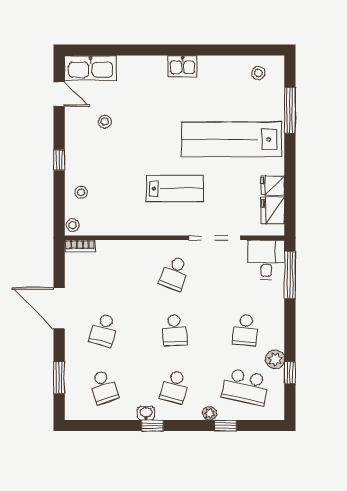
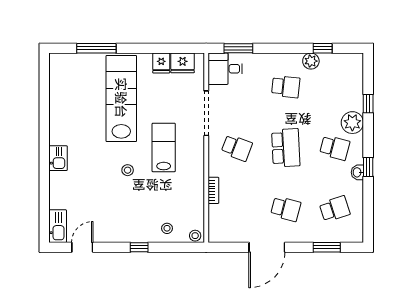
kitchen sink: (183, 66) -> (58, 158), moved
kitchen sink: (91, 68) -> (58, 226), width x0.73, depth x0.81
stool: (258, 73) -> (64, 75), removed
stool: (105, 122) -> (128, 170), moved
lab bench: (232, 139) -> (121, 98), turned 180
bookcase: (80, 246) -> (213, 190), moved
window: (290, 275) -> (238, 48), width x0.69
school desk: (174, 330) -> (286, 148), width x1.85
school desk: (245, 387) -> (335, 87), removed
plant: (210, 413) -> (352, 123), width x1.88, depth x1.88

